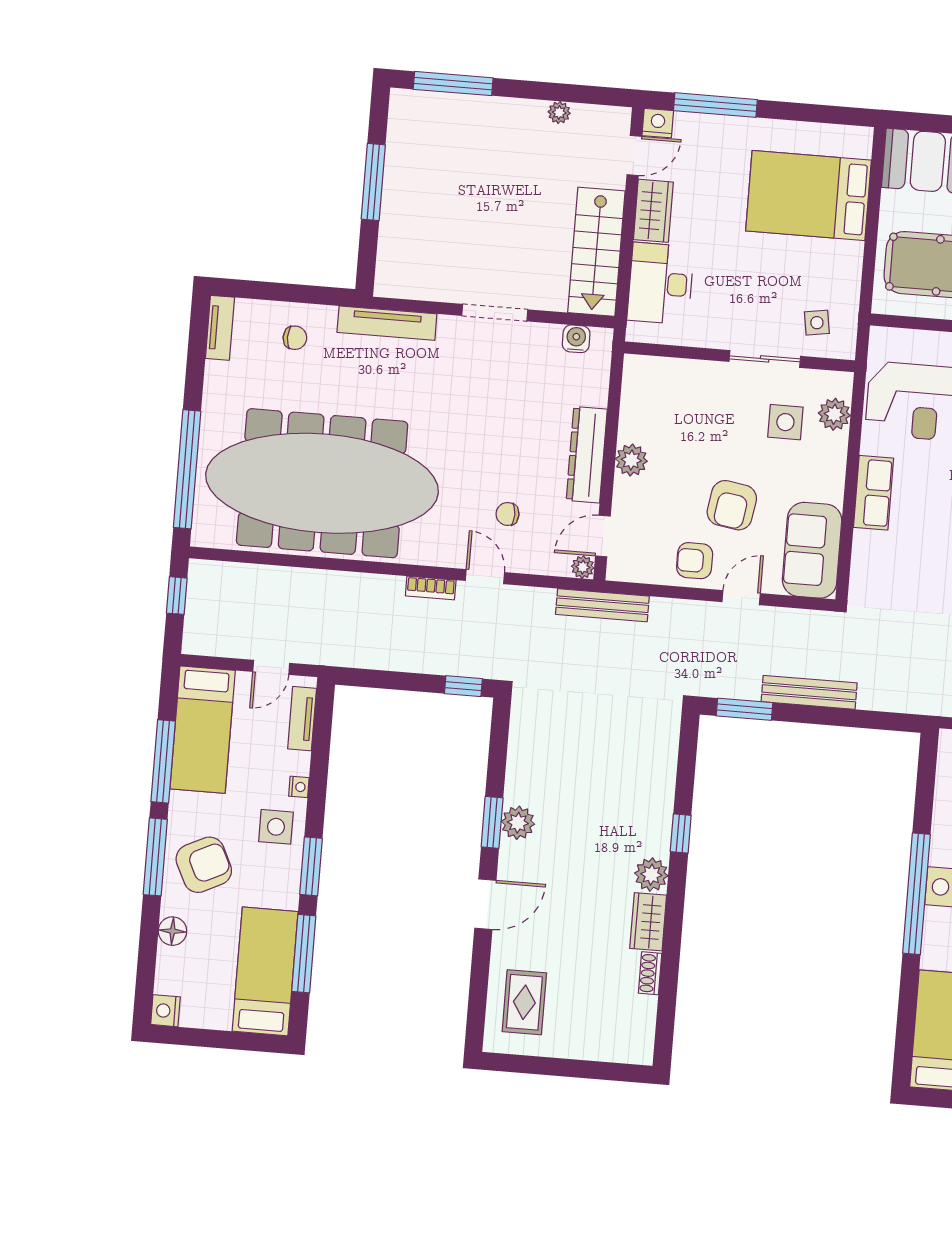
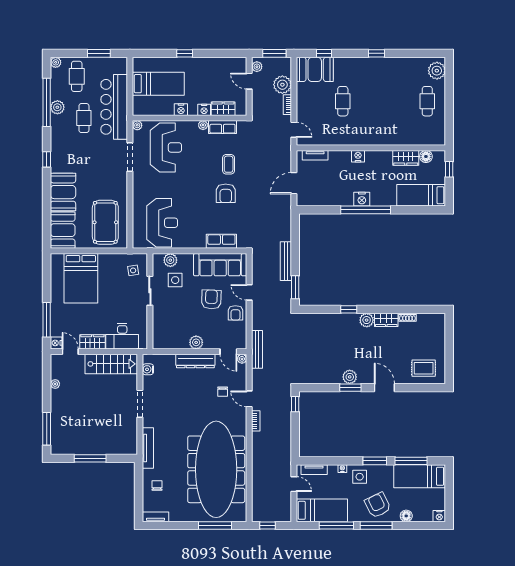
window: (187, 469) -> (215, 526), width x0.68
row of seats: (874, 493) -> (221, 241), moved
armchair: (732, 505) -> (211, 299), turned -97
sofa: (812, 550) -> (220, 265), width x1.36
door: (485, 577) -> (249, 399), hinge flipped

